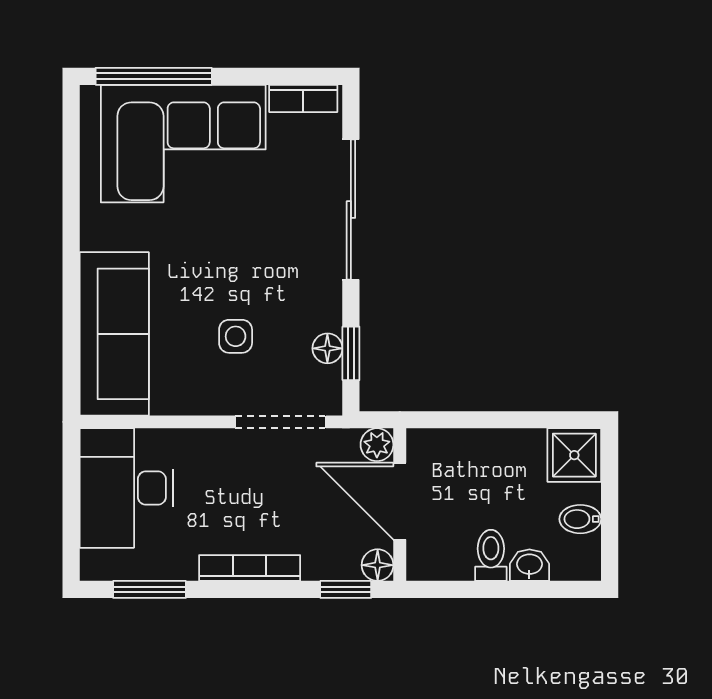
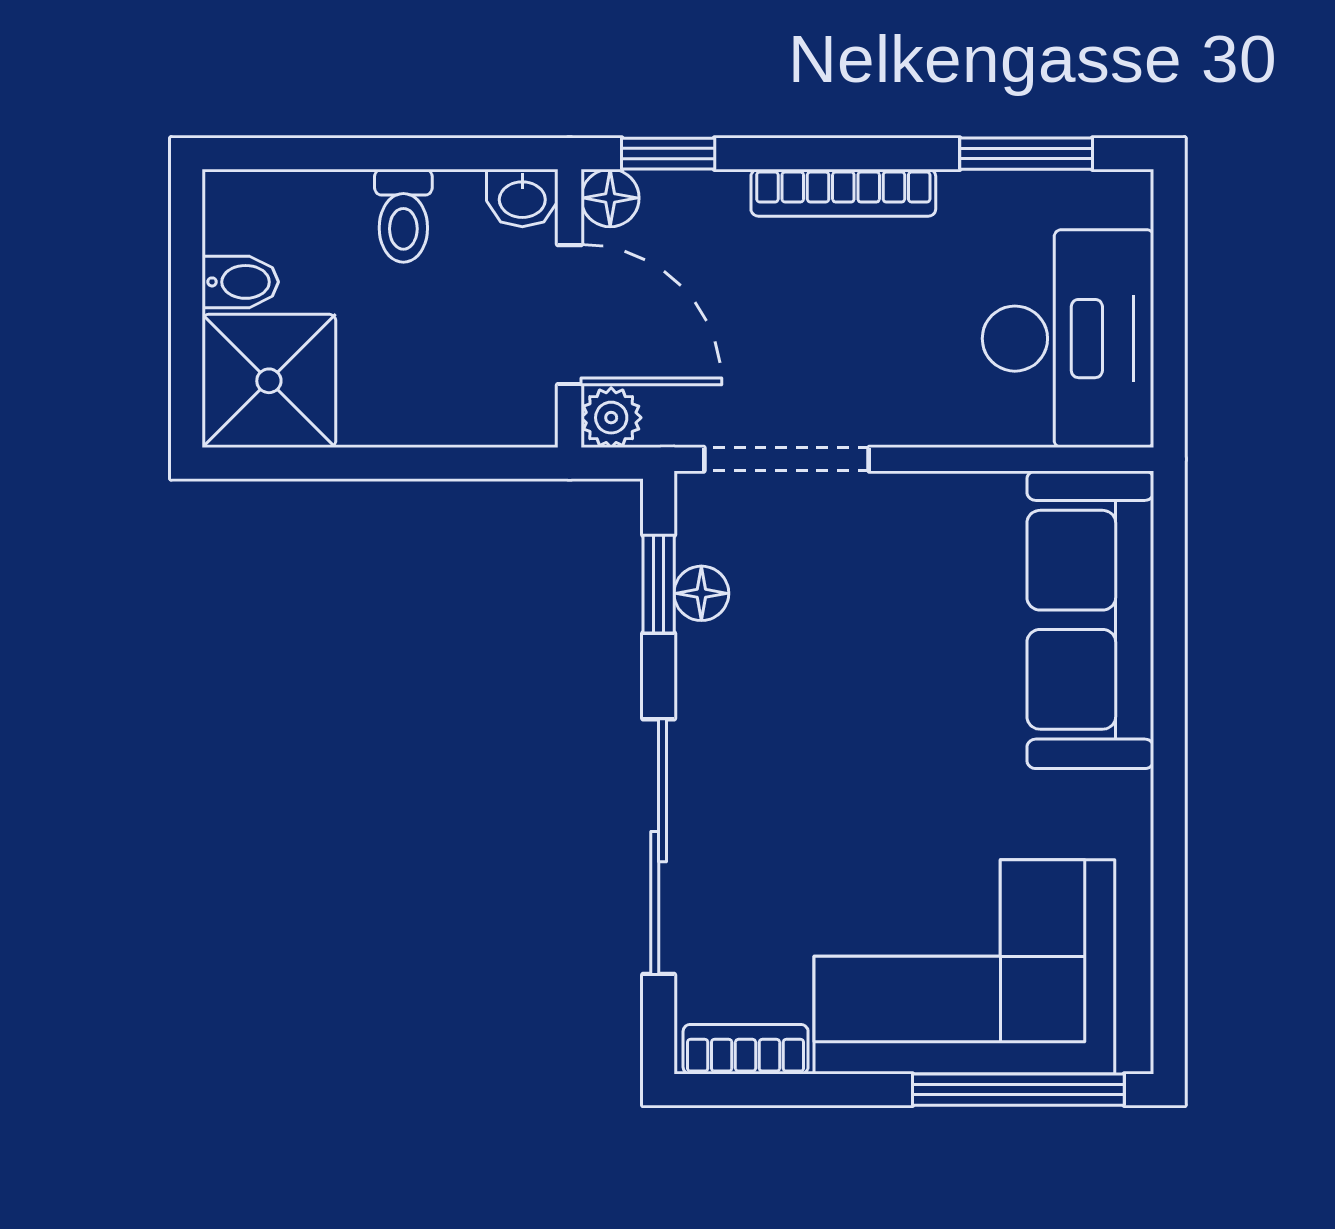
side table: (236, 336) -> (869, 615), removed
shower: (574, 455) -> (269, 381), width x1.36, depth x1.36
washbasin: (529, 565) -> (522, 198), moved

